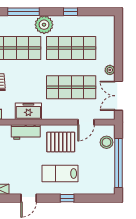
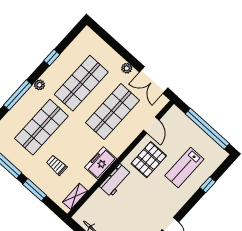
plant: (44, 25) -> (39, 85), width x0.53, depth x0.53
stool: (107, 142) -> (182, 123), removed
lab bench: (60, 174) -> (184, 167), moved
window: (67, 198) -> (208, 185), moved

